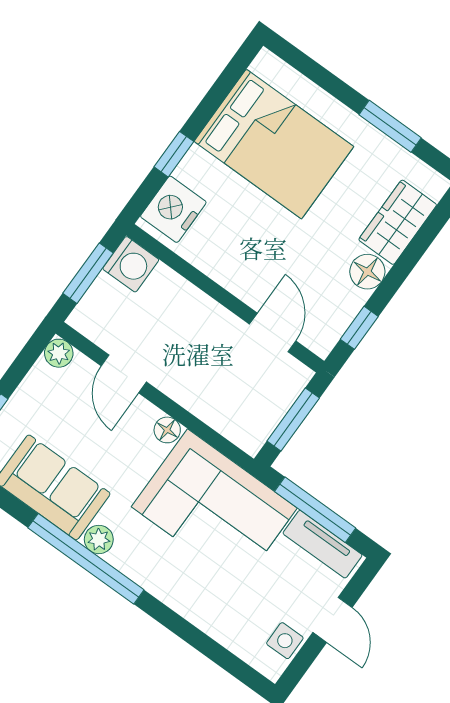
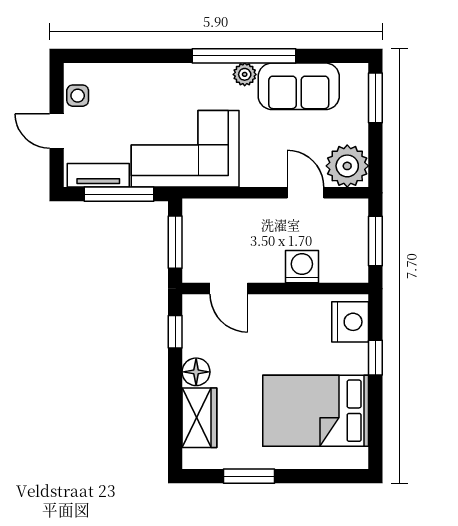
washing machine: (131, 264) -> (302, 267), moved, turned 90
plant: (59, 353) -> (347, 166), width x1.88, depth x1.88
floor lamp: (167, 430) -> (251, 177), removed

